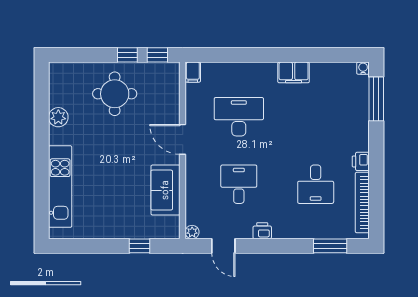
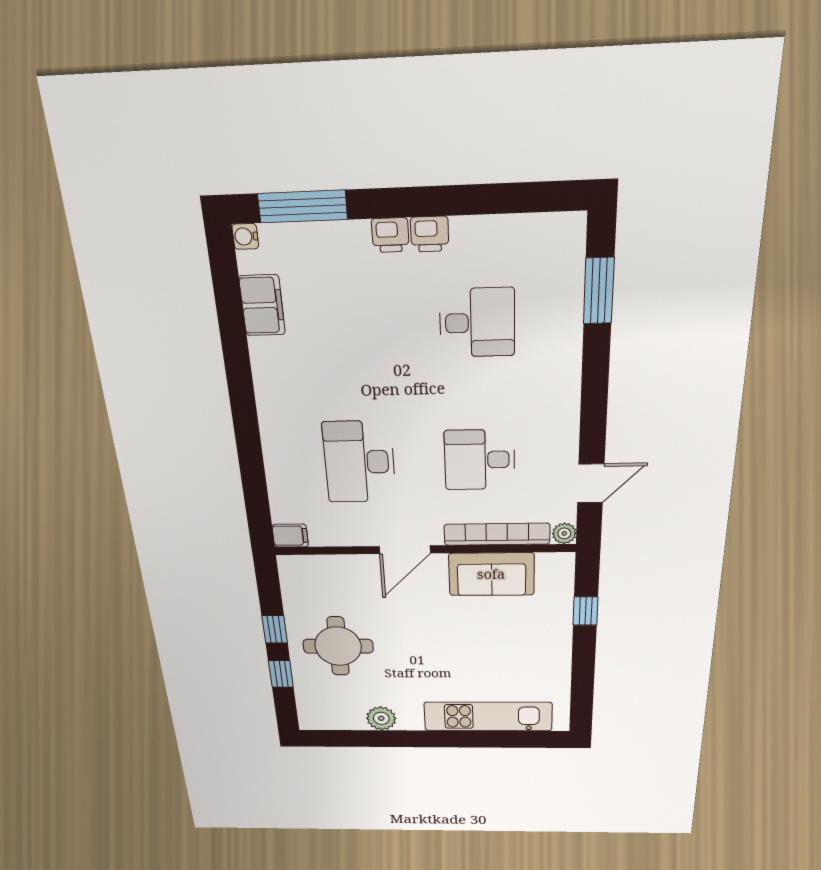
window: (157, 55) -> (281, 674), moved
filing cabinet: (294, 72) -> (262, 305), moved
bookcase: (362, 203) -> (497, 534), moved, turned 180
printer: (262, 231) -> (390, 235), moved, turned -90

